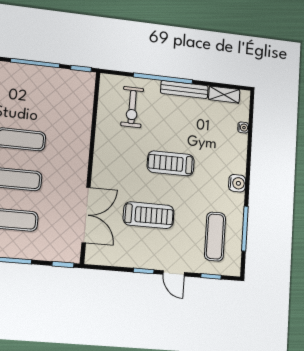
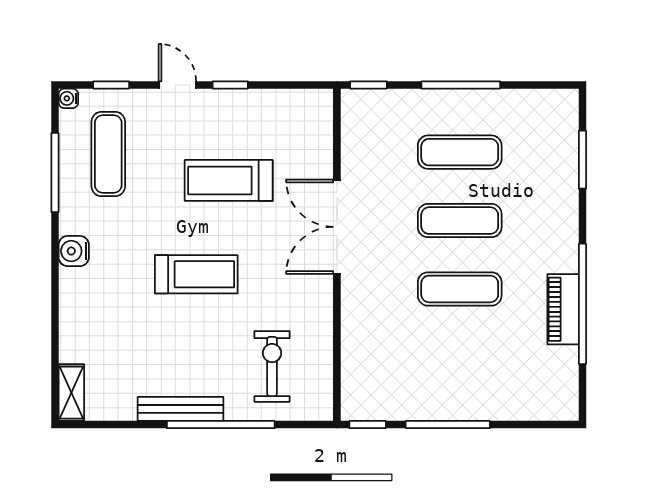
shelving: (224, 95) -> (71, 393), moved, turned 90
water cooler: (243, 128) -> (68, 98), moved
double door: (86, 215) -> (337, 227), moved

